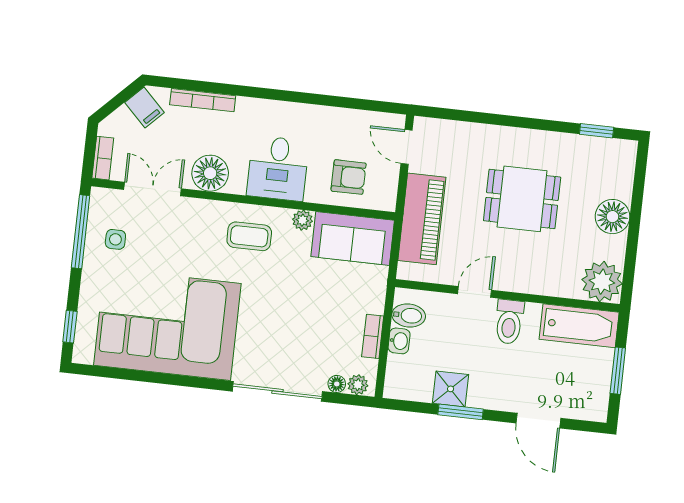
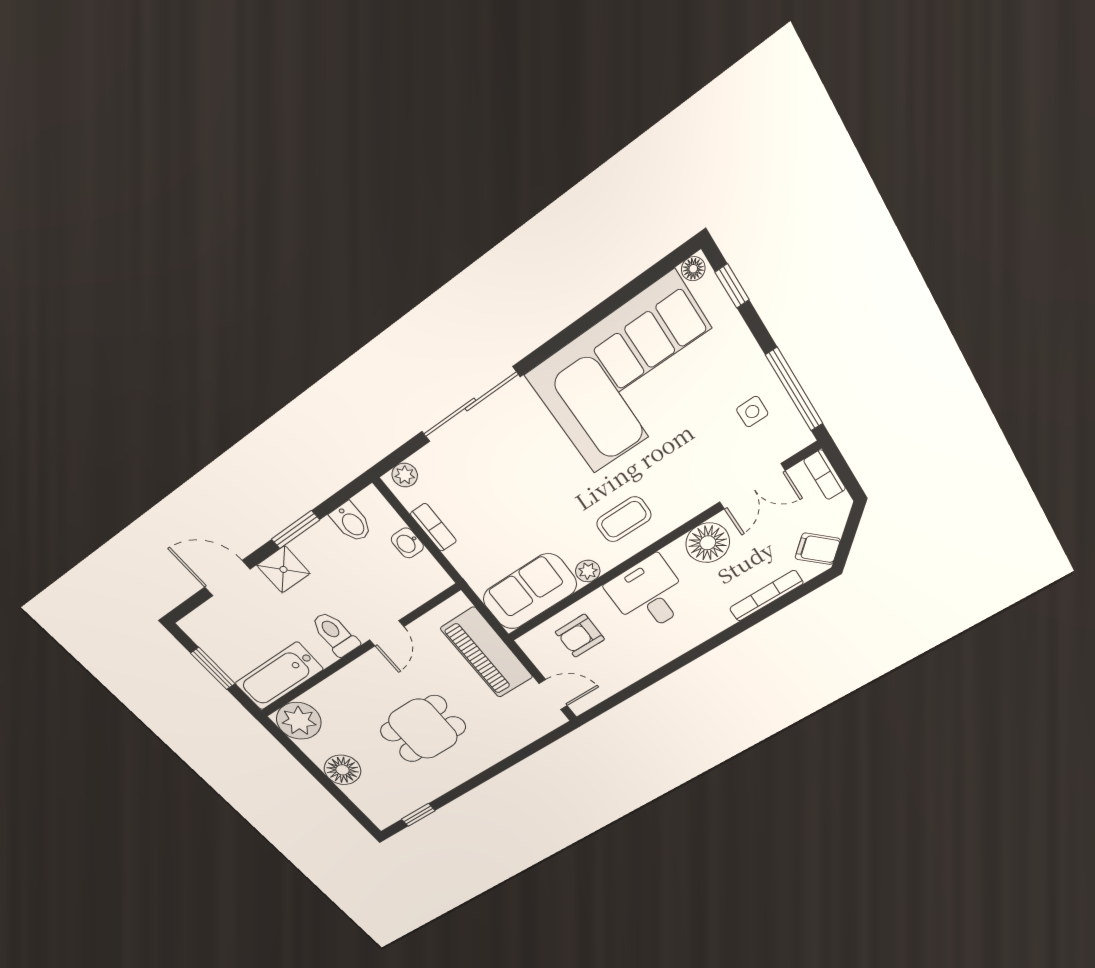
bidet: (409, 315) -> (351, 522), moved, turned -90
floor lamp: (337, 384) -> (693, 269), moved
shower: (451, 389) -> (283, 569), moved

